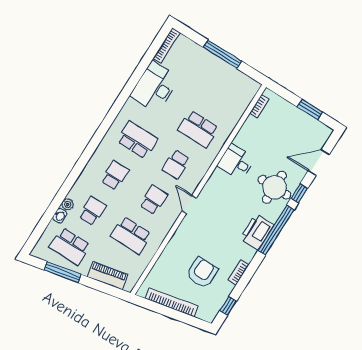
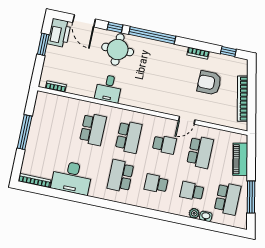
school desk: (176, 164) -> (129, 137), width x1.85
school desk: (154, 200) -> (164, 144), turned 180
door: (189, 204) -> (187, 120), moved
printer: (257, 232) -> (59, 33), moved, turned -90

